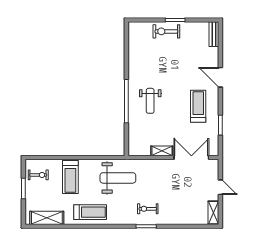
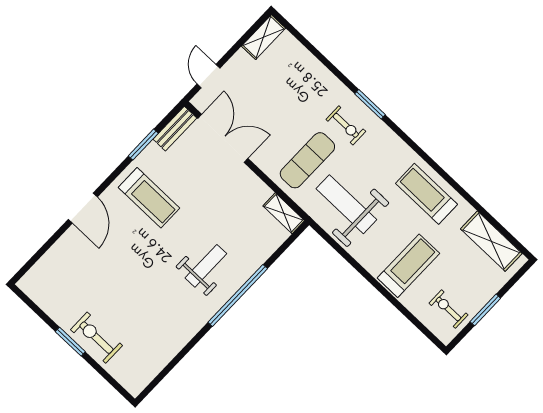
exercise bike: (166, 31) -> (96, 338), turned 180
bench: (214, 34) -> (175, 129), moved
treadmill: (198, 106) -> (149, 198), turned -90
shelving: (162, 151) -> (284, 213), moved
double door: (191, 157) -> (223, 138), swing flipped
exercise mat: (150, 181) -> (307, 160), added
door: (220, 187) -> (209, 76), moved

